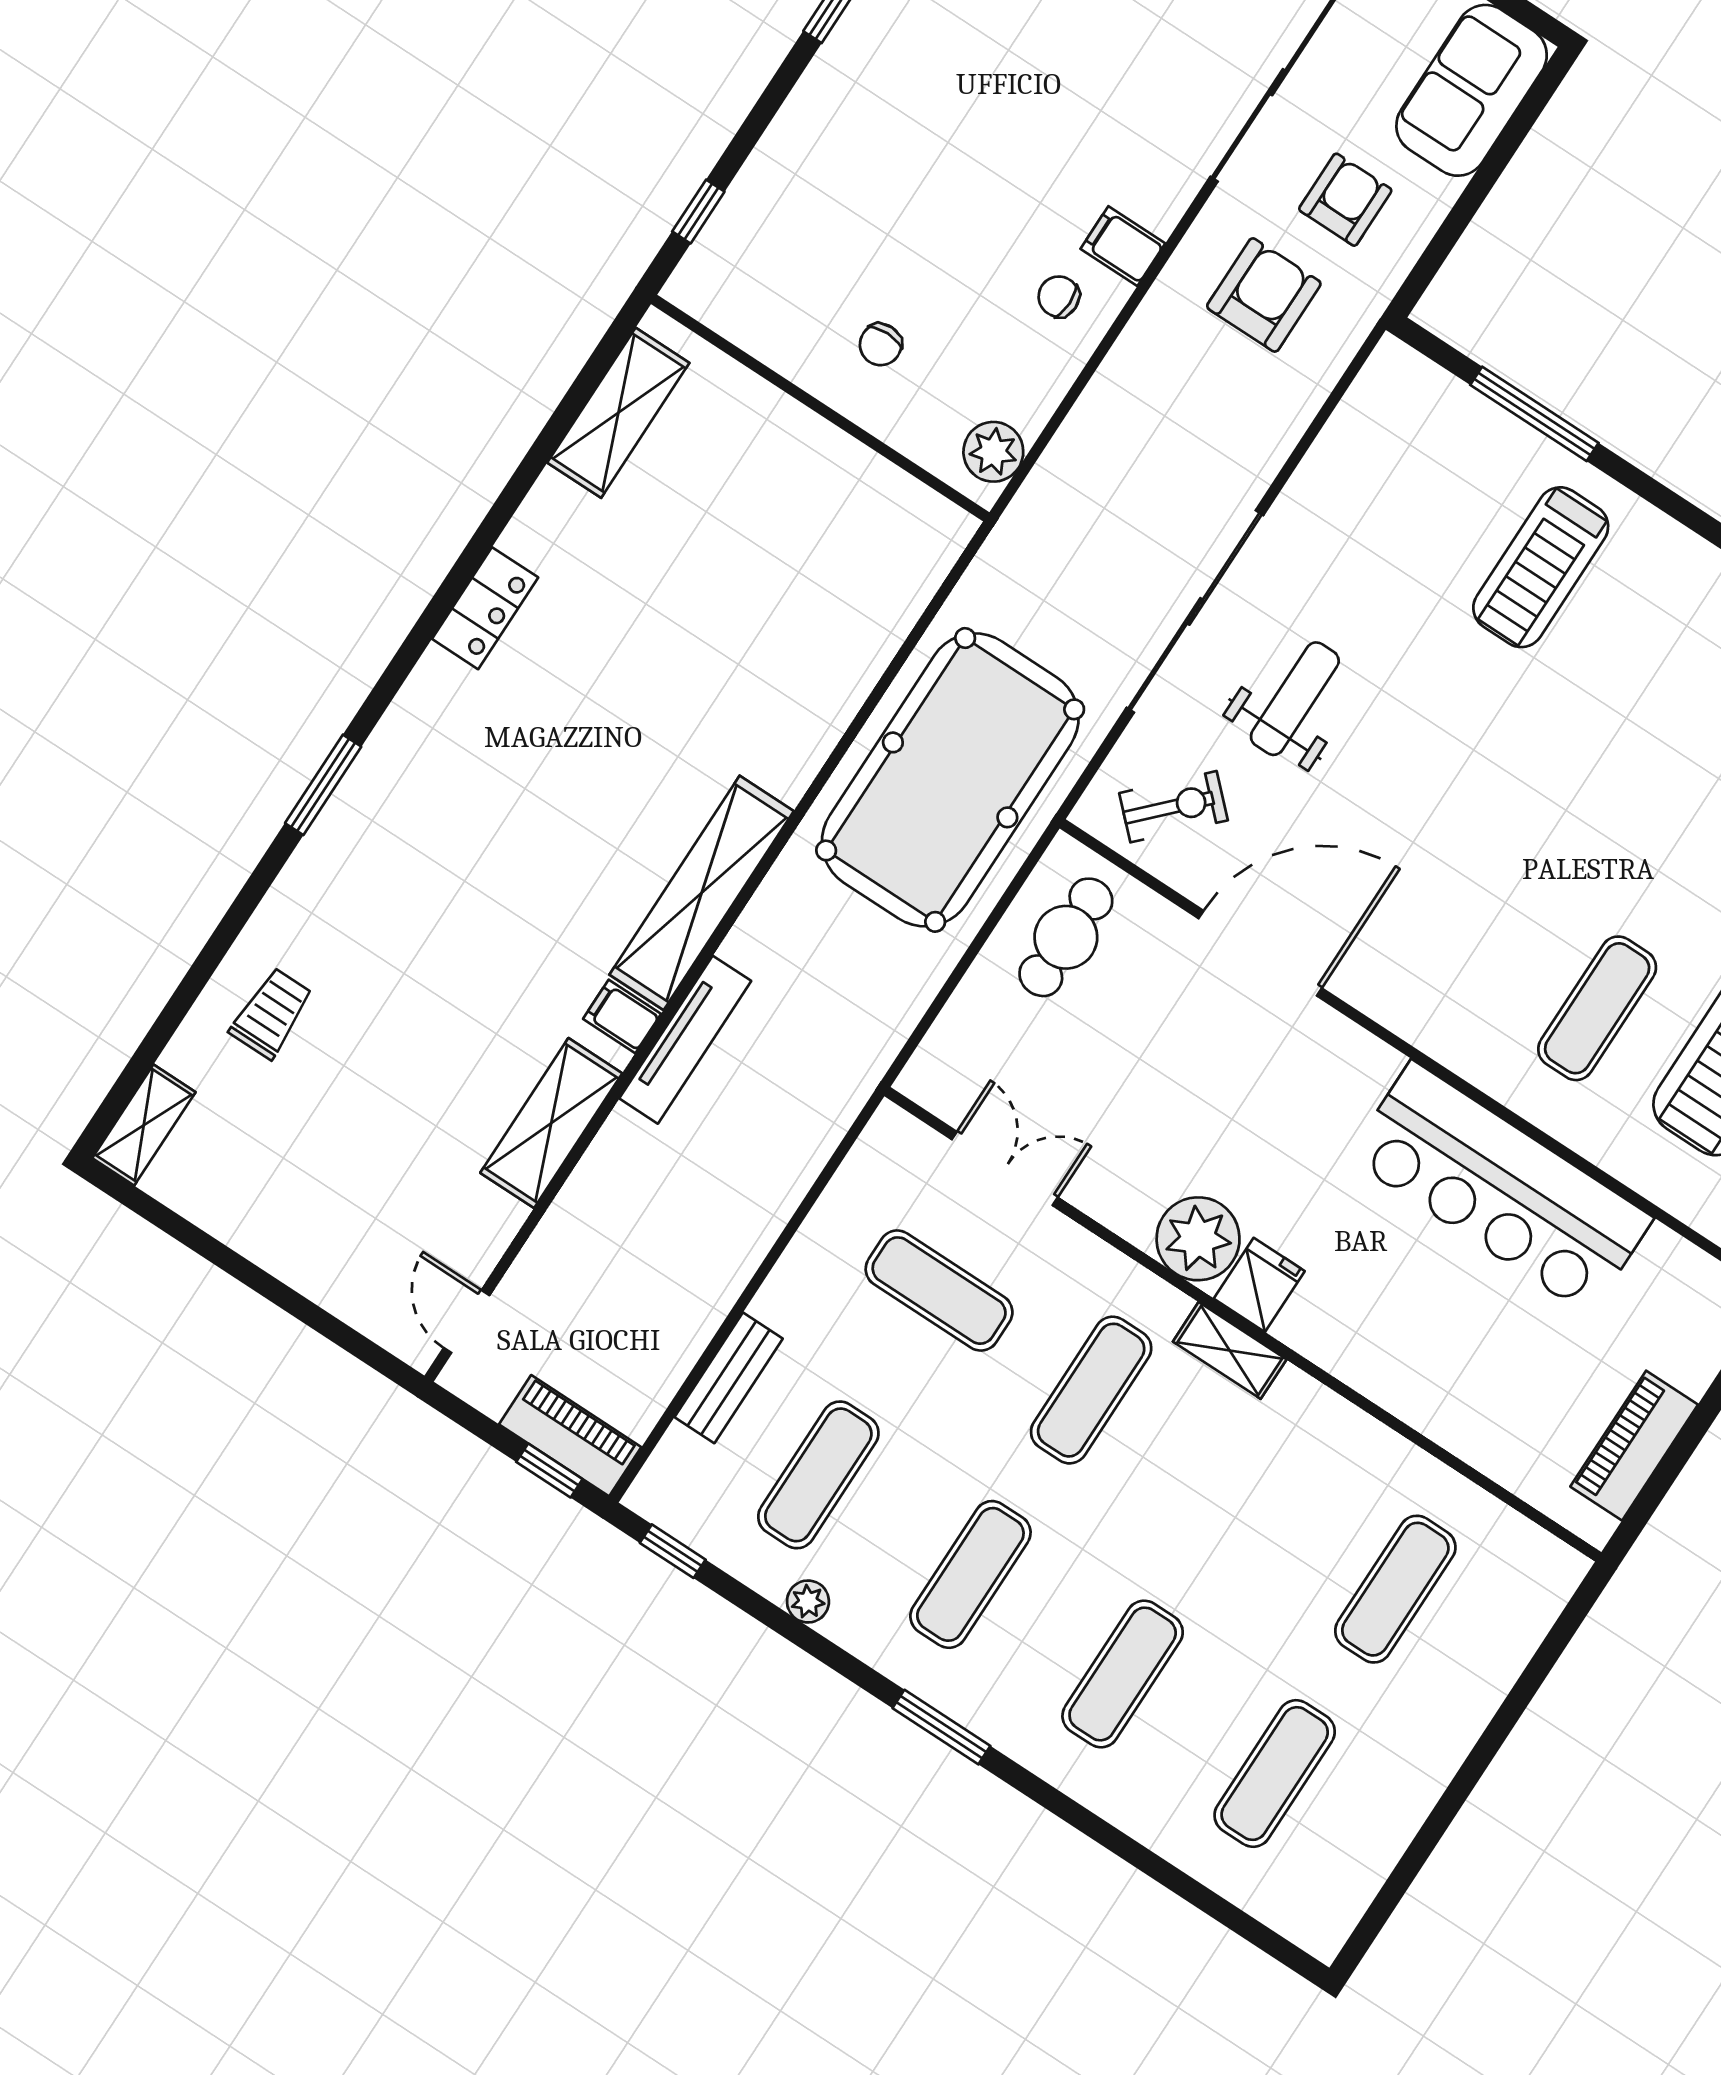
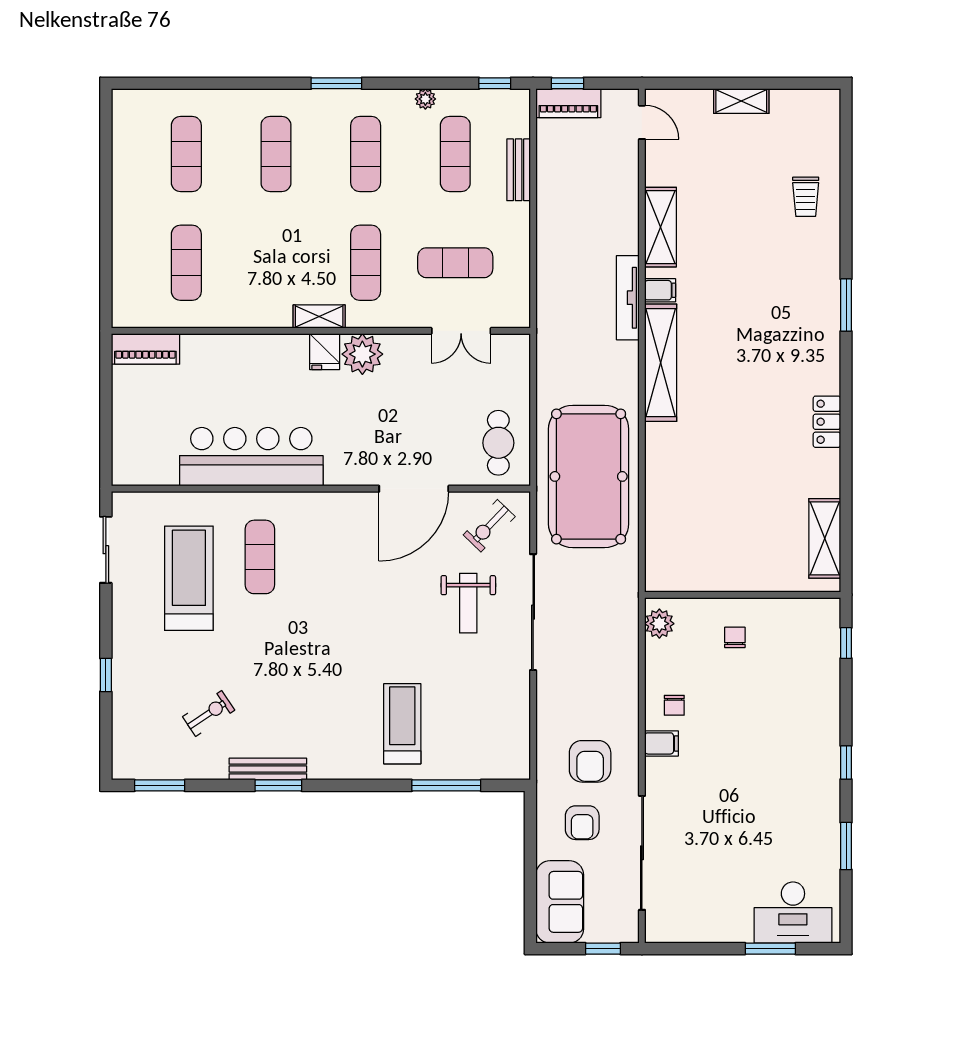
chair: (1059, 297) -> (674, 705), turned 90
shelving: (144, 1125) -> (741, 101), moved, turned 90
piano: (1634, 1446) -> (145, 349), moved, turned 90

